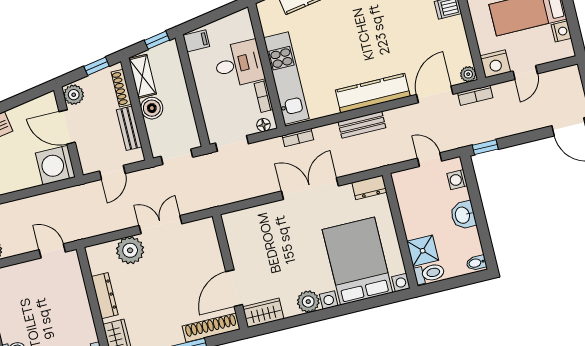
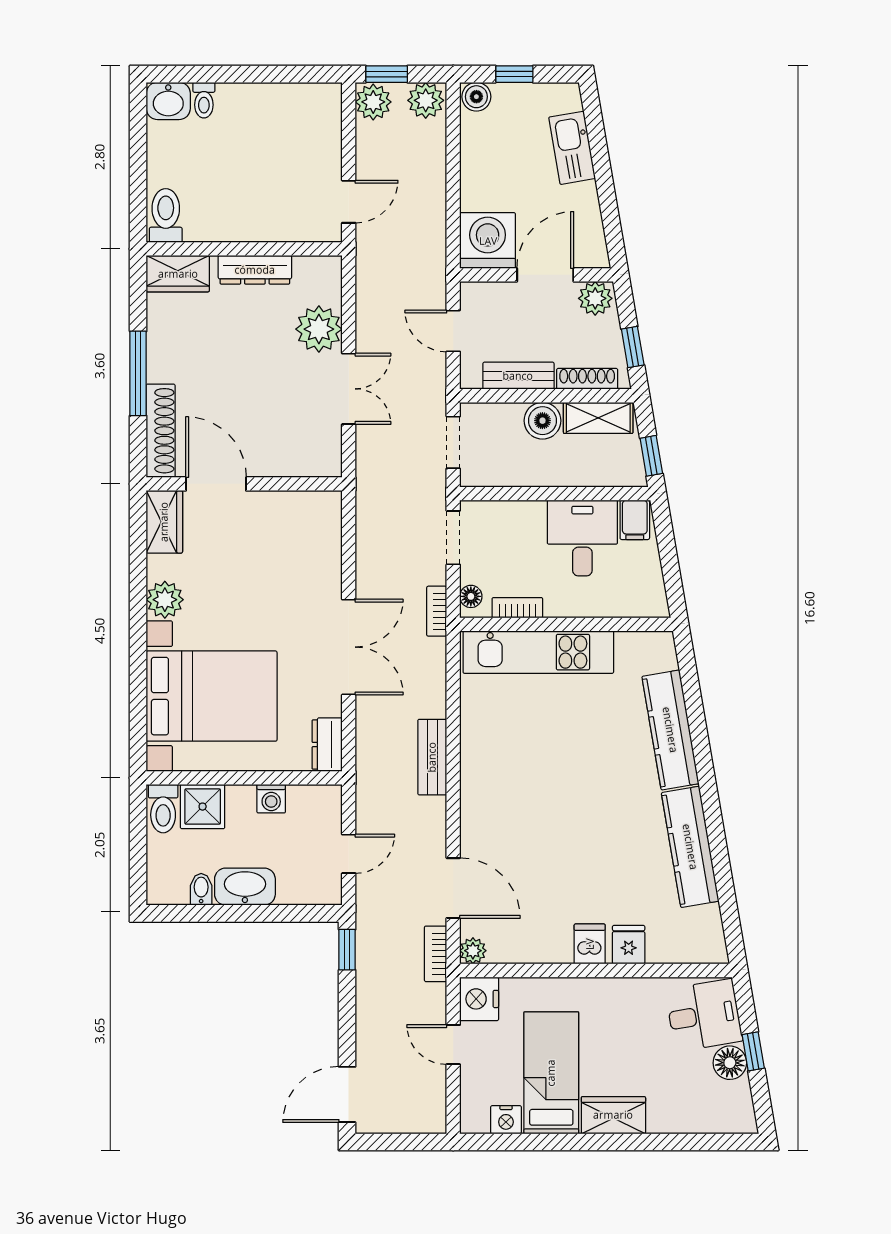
desk: (239, 64) -> (582, 538), moved, turned 180
kitchen counter: (373, 93) -> (480, 787), removed
bookcase: (298, 138) -> (437, 611), moved
washing machine: (457, 180) -> (271, 799), moved, turned 180
washbasin: (463, 215) -> (245, 887), width x1.38
bidet: (476, 263) -> (201, 889), moved

